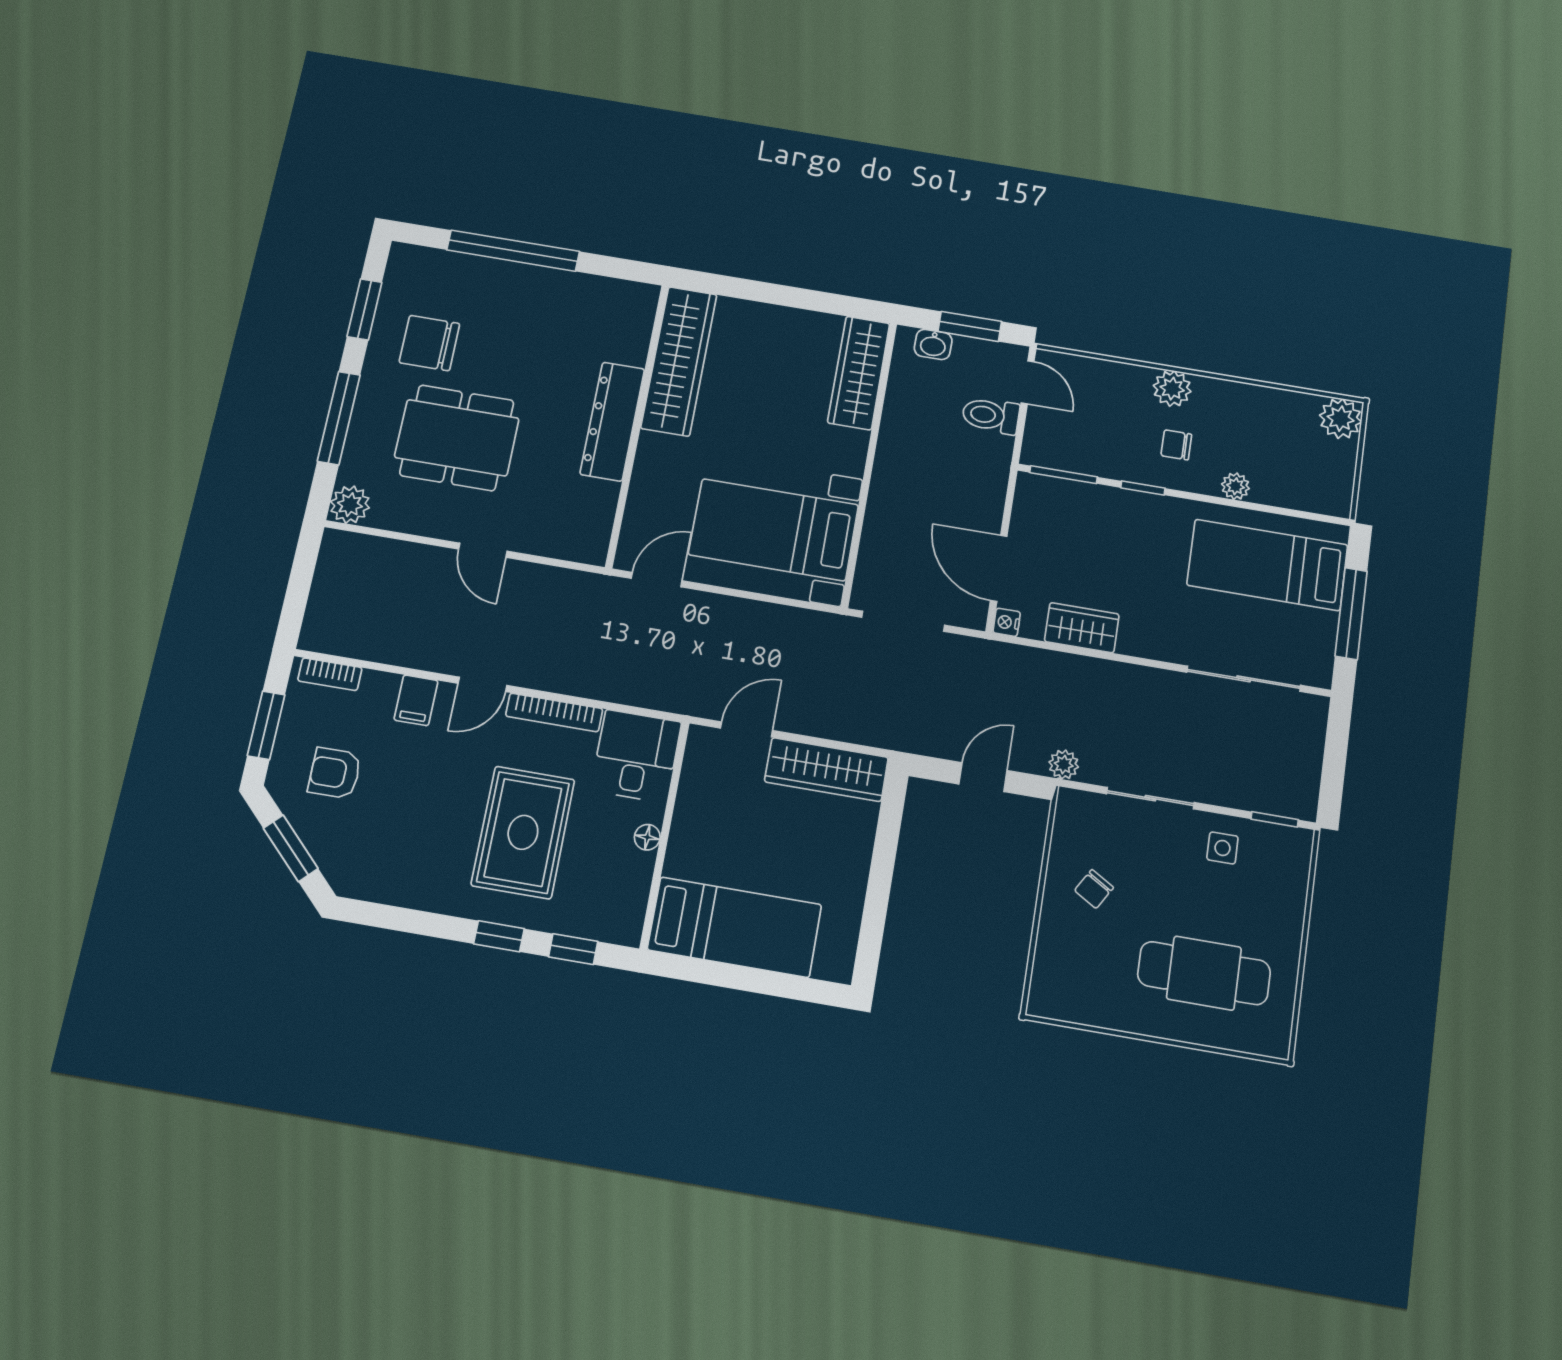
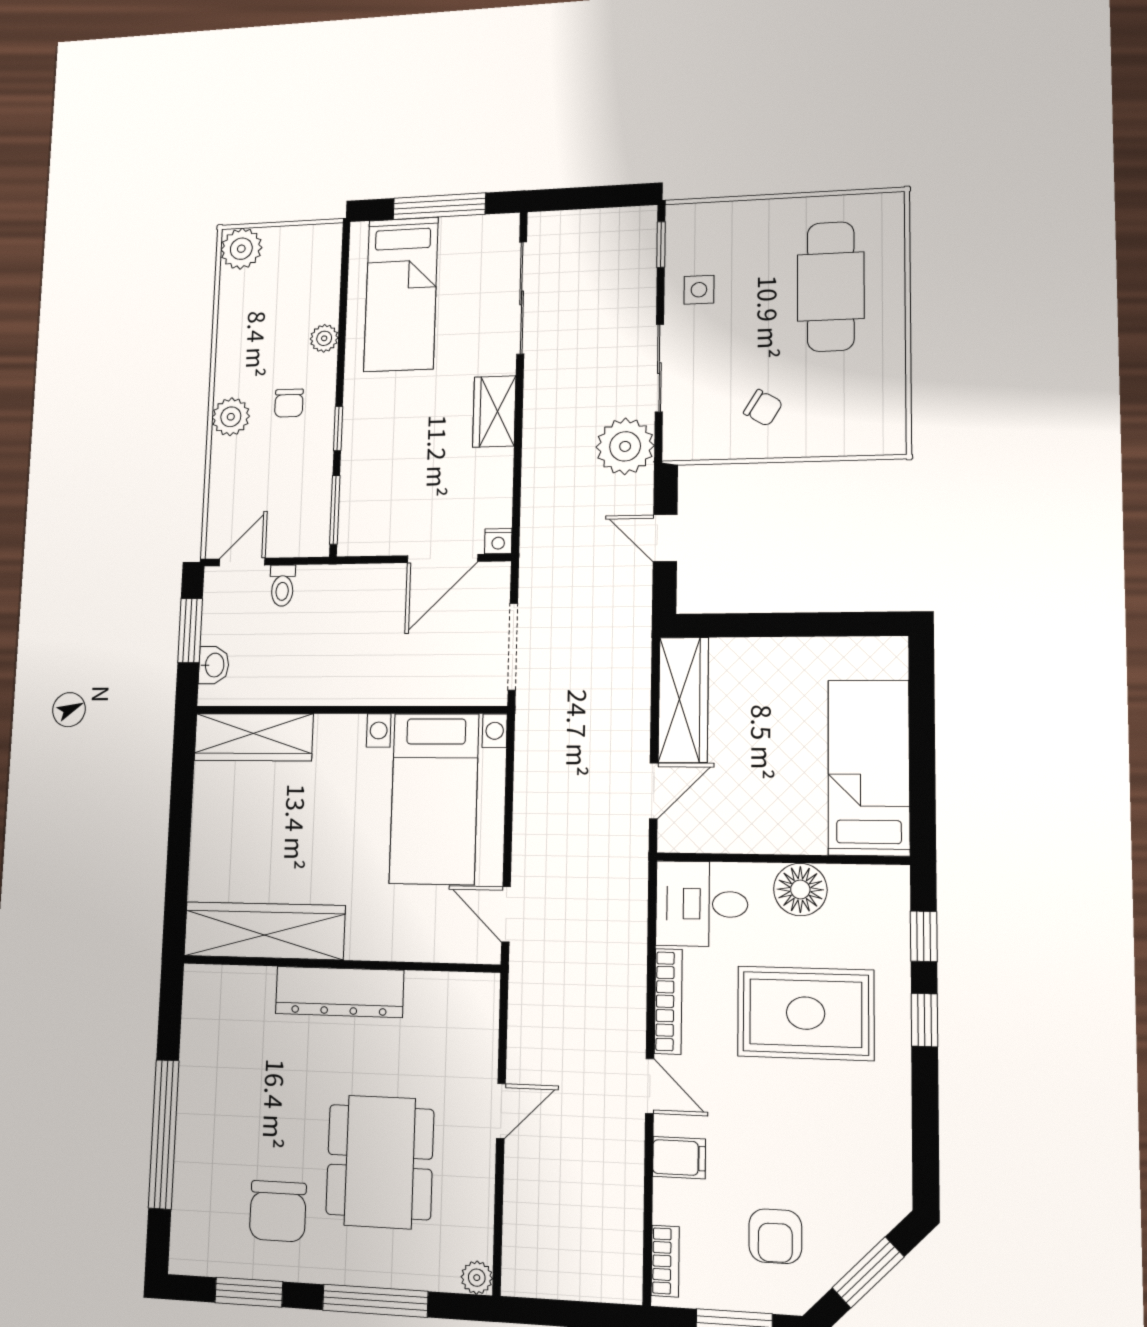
toilet: (991, 416) -> (282, 586), width x0.73, depth x0.72
plant: (350, 505) -> (477, 1278), width x0.73, depth x0.73
wardrobe: (1082, 628) -> (494, 412), moved
door: (746, 729) -> (654, 791), swing flipped
plant: (1064, 765) -> (625, 446), width x1.88, depth x1.88
floor lamp: (647, 837) -> (800, 889), width x1.89, depth x1.89

